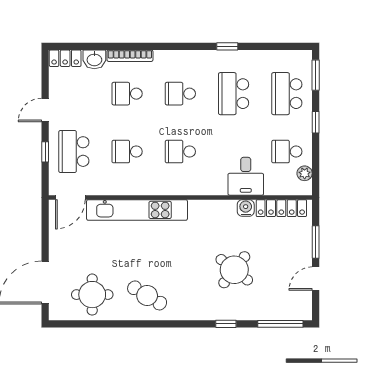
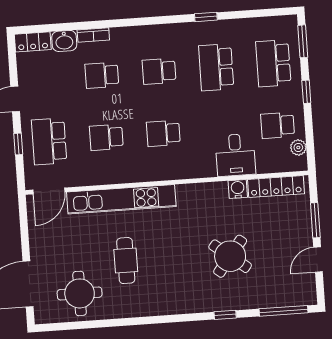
bookcase: (130, 56) -> (93, 35), width x0.64
cafe table: (147, 295) -> (126, 261), moved, turned 59

